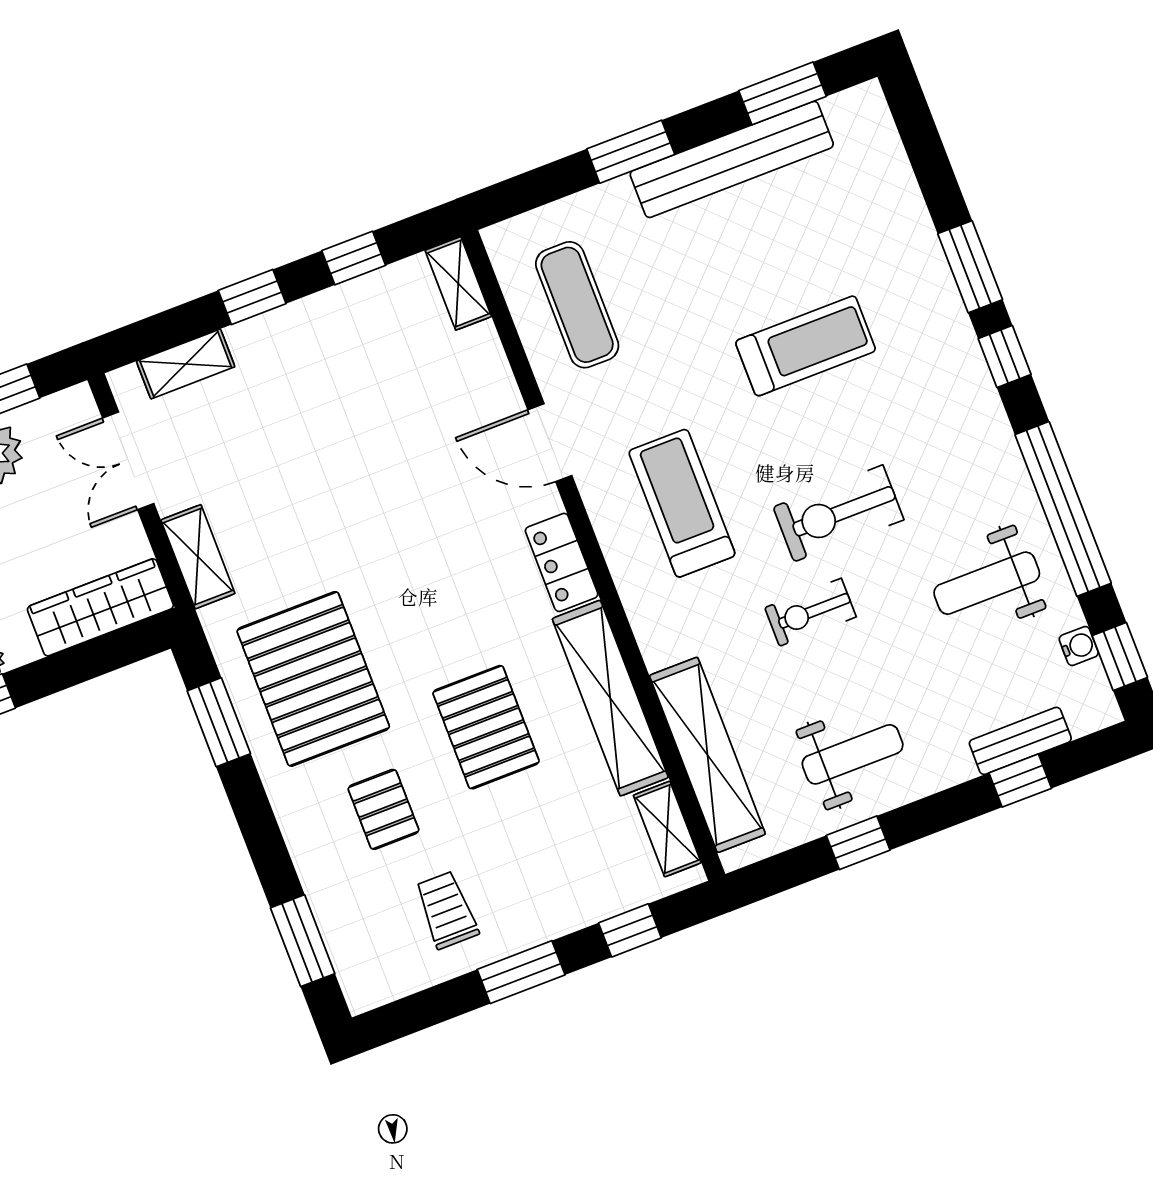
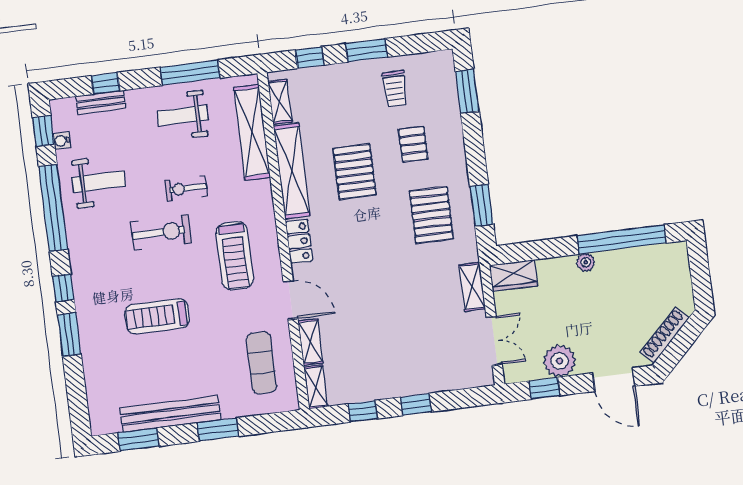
shelving: (186, 364) -> (311, 342), moved, turned 90
wardrobe: (100, 607) -> (513, 275), width x0.67
exercise bike: (810, 612) -> (186, 188), turned 180
pallet: (313, 679) -> (431, 215), width x0.73, depth x0.71
window: (858, 843) -> (190, 73), width x2.17

